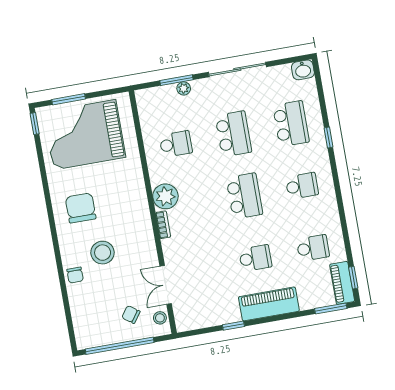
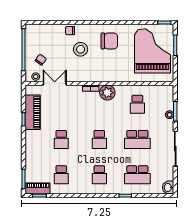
school desk: (244, 196) -> (99, 139), width x0.54
piano: (269, 304) -> (33, 112), moved

